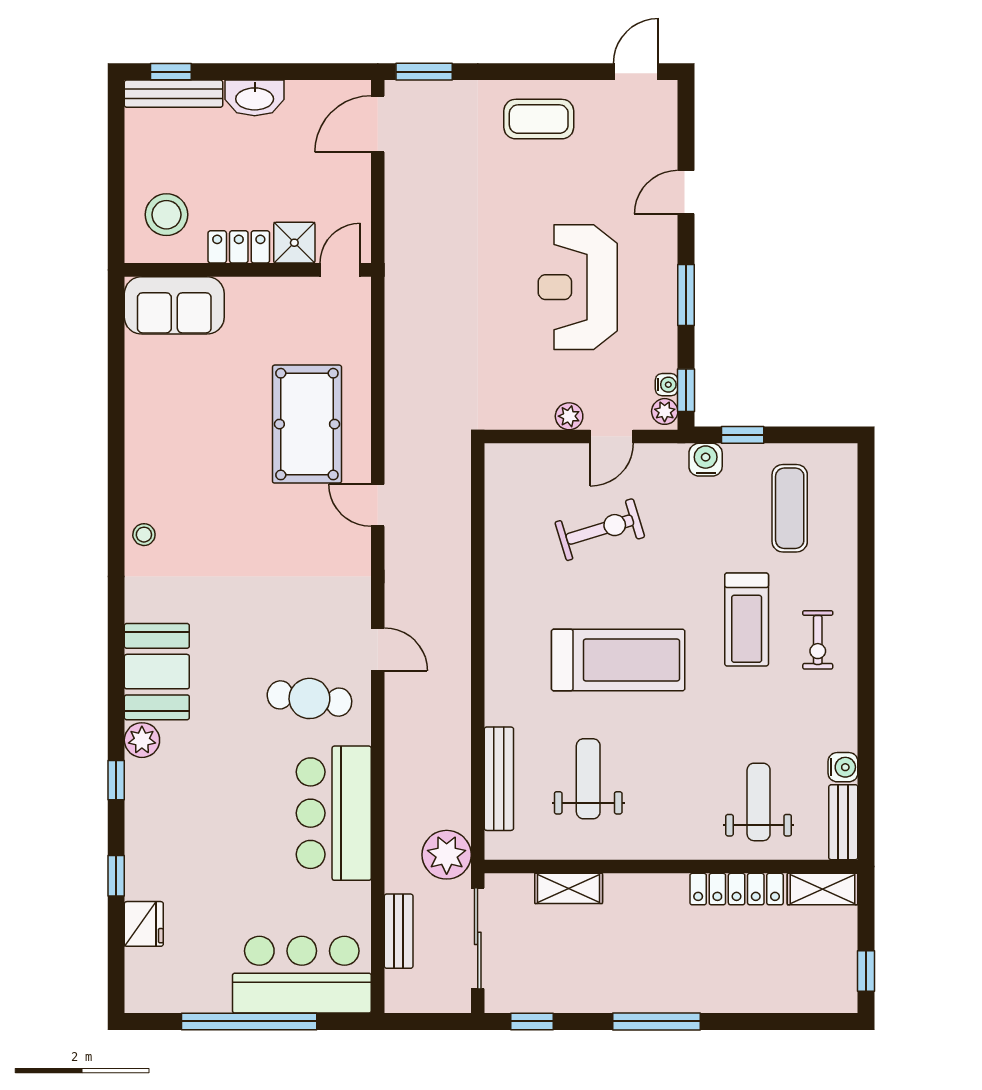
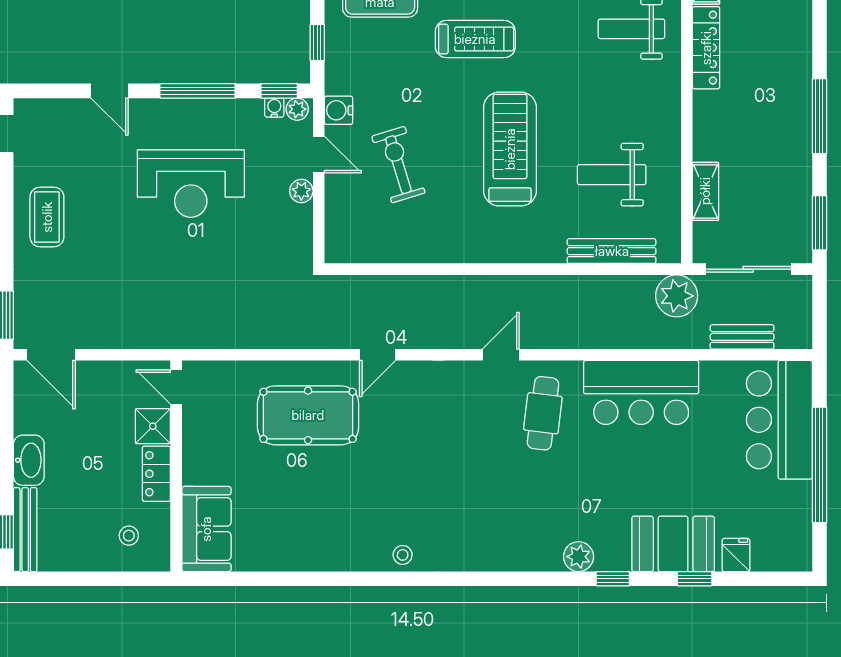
stool: (166, 215) -> (129, 536), width x0.53, depth x0.53
window: (686, 295) -> (198, 91), width x1.44
water cooler: (706, 460) -> (339, 110), moved
booth: (157, 672) -> (673, 544), moved
fridge: (144, 924) -> (736, 555), width x0.72
window: (532, 1021) -> (819, 223), width x1.50

